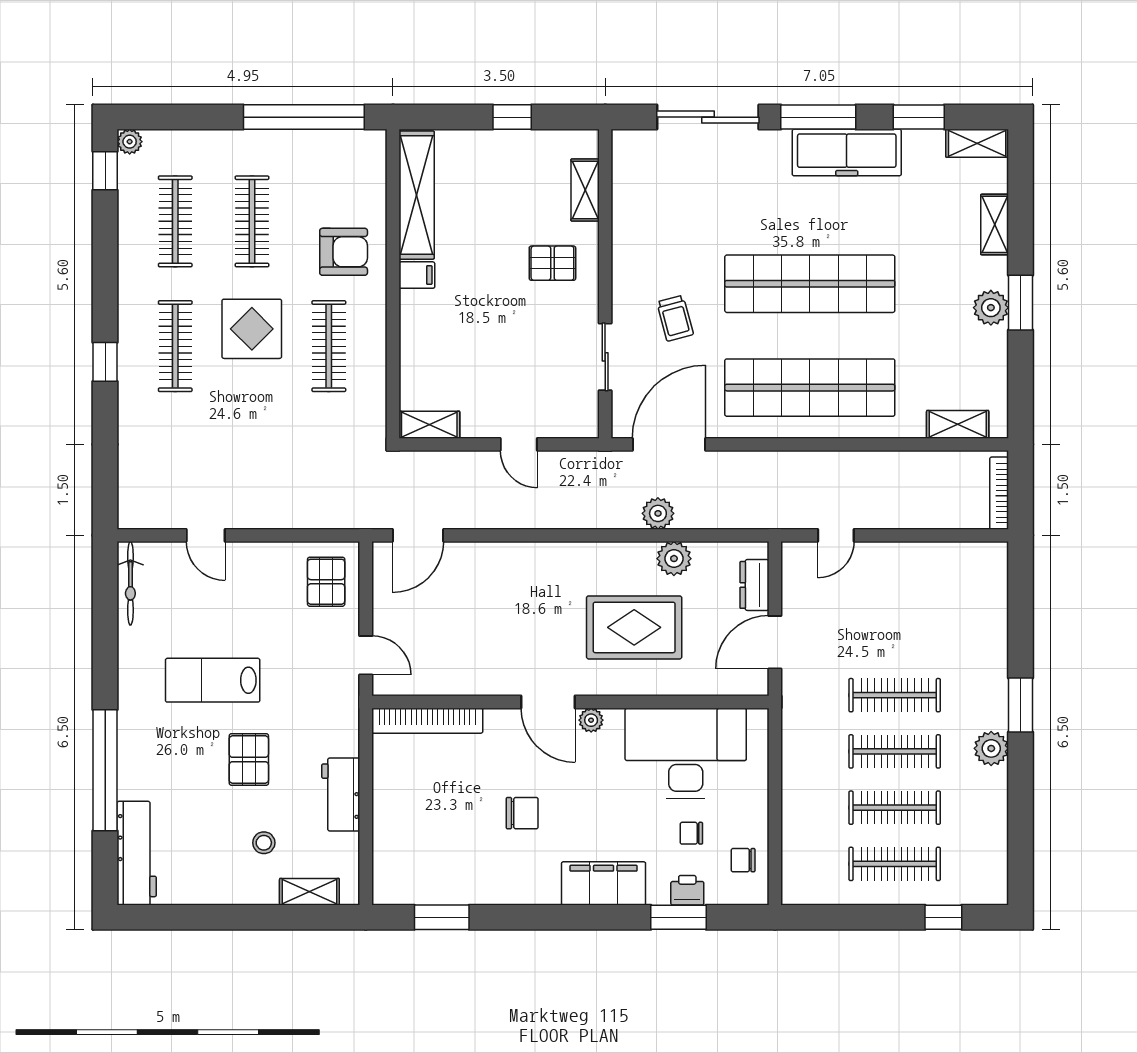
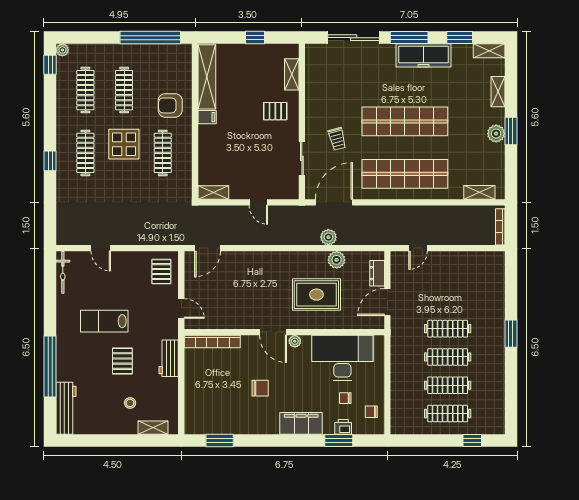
armchair: (344, 252) -> (170, 105), turned 180
plant: (991, 748) -> (496, 355), removed
workbench: (341, 794) -> (169, 358), moved

